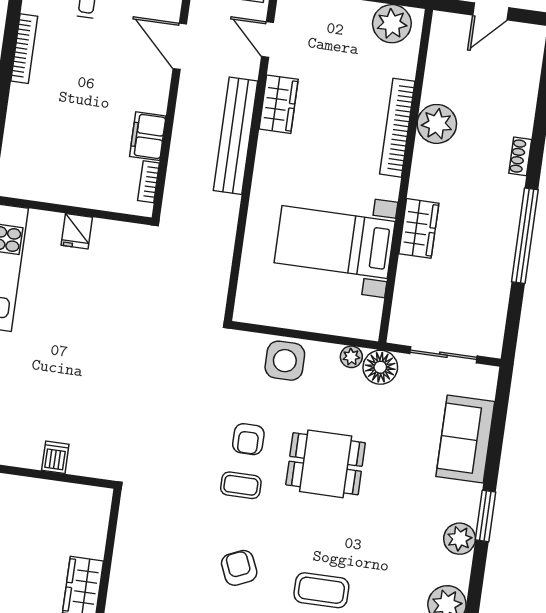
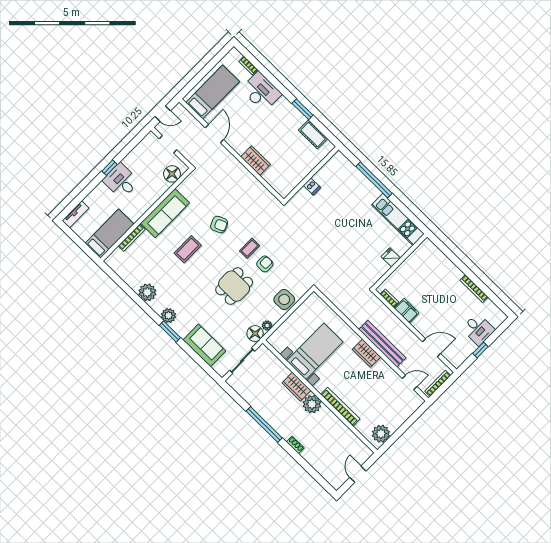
wardrobe: (279, 104) -> (366, 353), moved
plant: (437, 124) -> (312, 404), moved
armchair: (248, 439) -> (265, 264), turned 90

